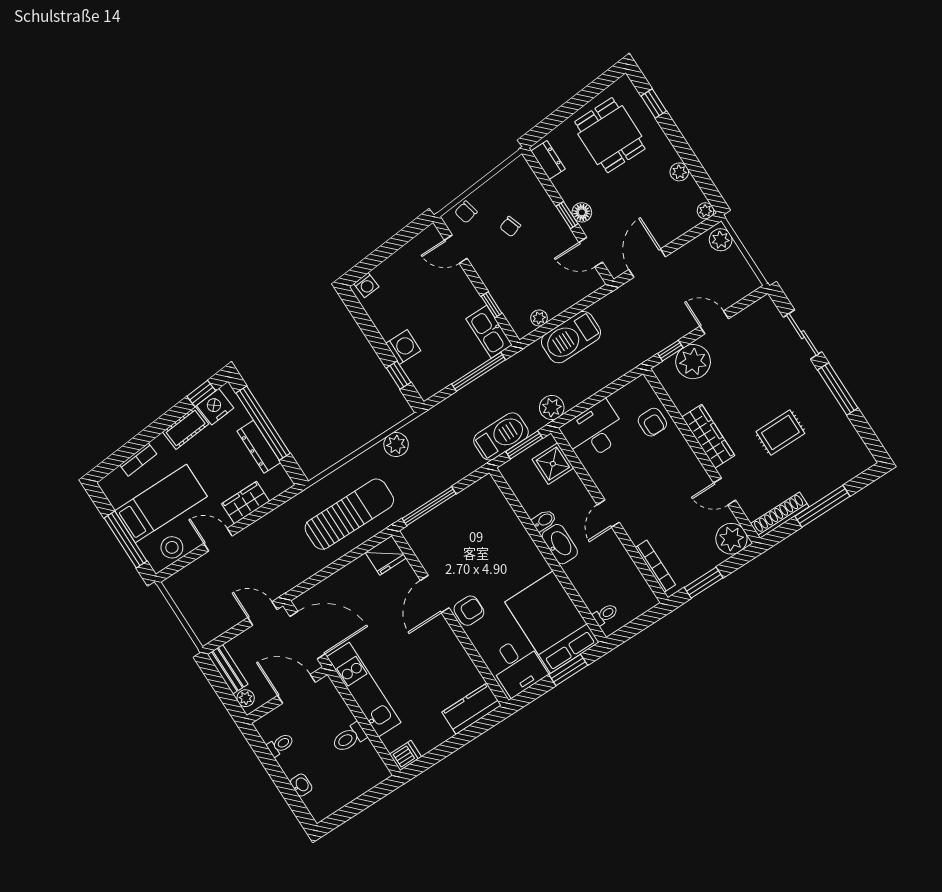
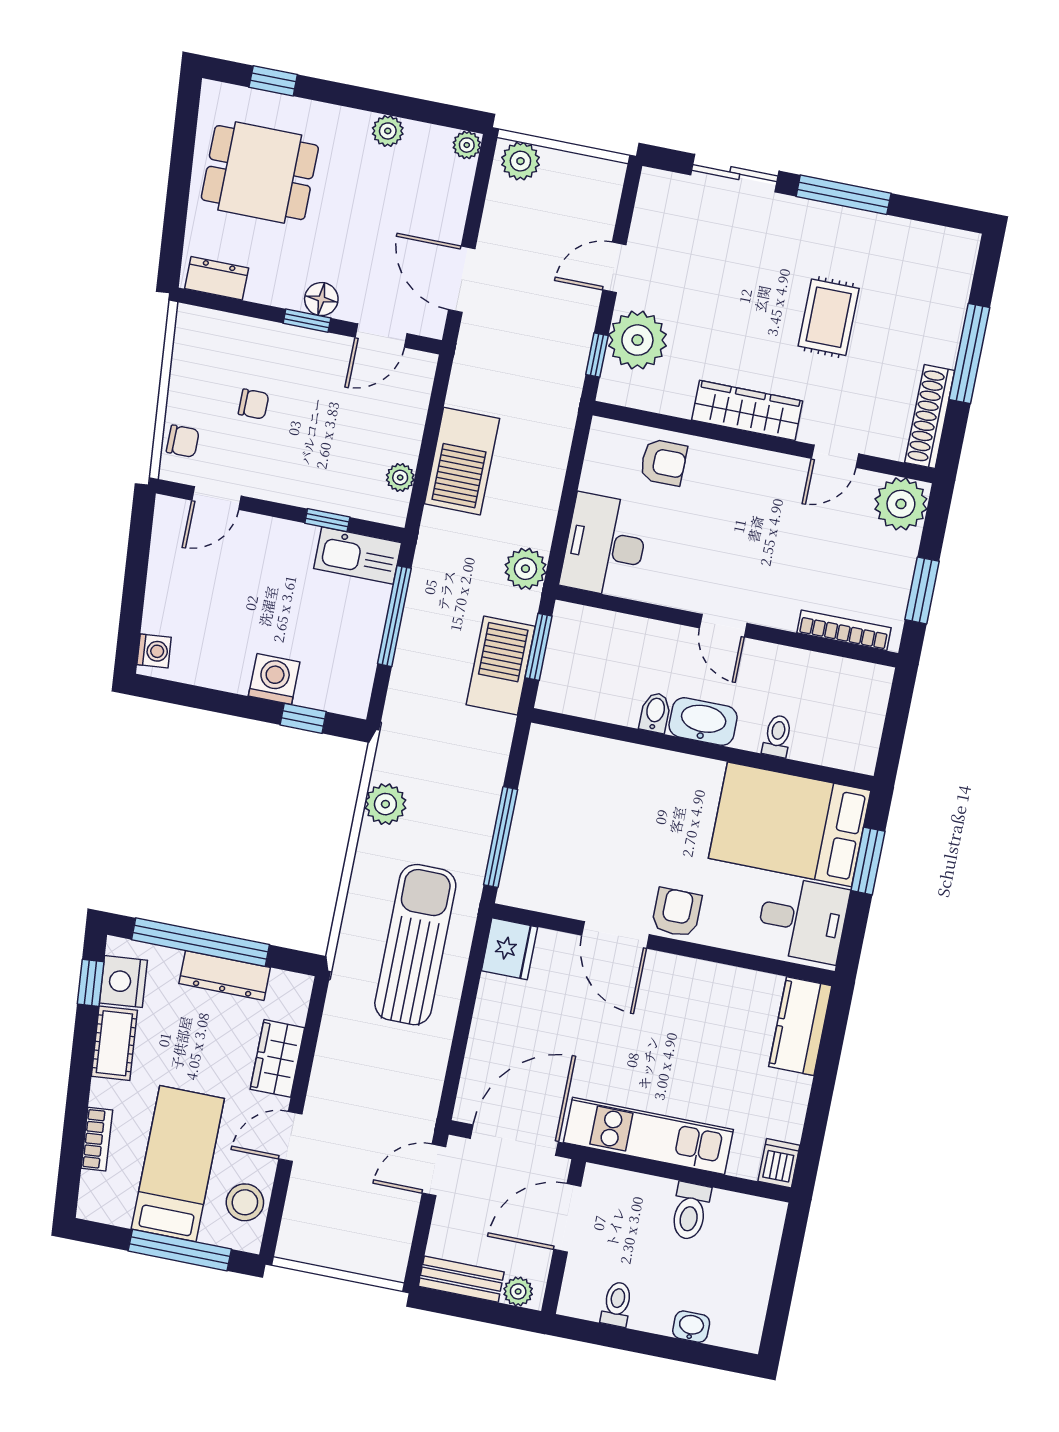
chair: (466, 212) -> (183, 441), turned -77
chair: (510, 227) -> (254, 404), turned -71
shower: (553, 464) -> (596, 634), removed
toilet: (605, 614) -> (777, 736), moved

